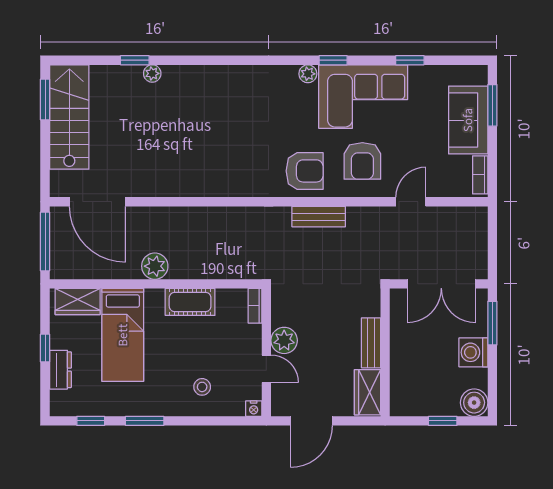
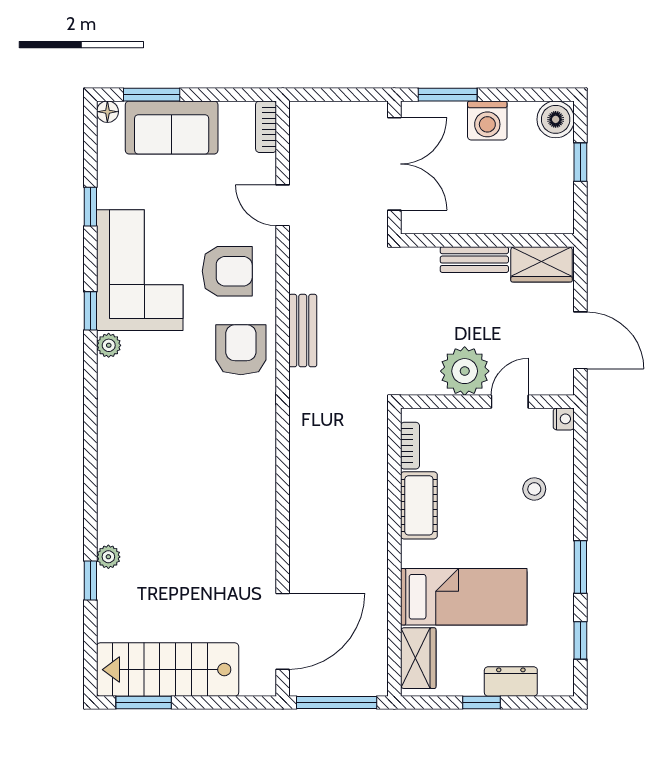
floor lamp: (480, 73) -> (107, 112), added
bookcase: (480, 175) -> (266, 127), moved, turned 90
plant: (155, 266) -> (370, 553), removed
bookcase: (255, 306) -> (410, 446), moved, turned -90
plant: (284, 340) -> (465, 371), width x1.36, depth x1.36

